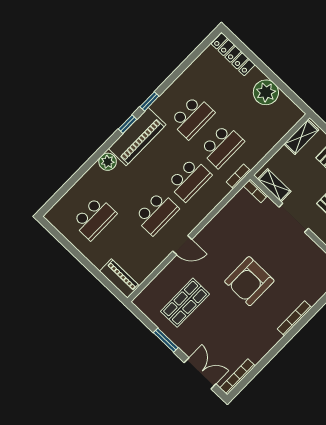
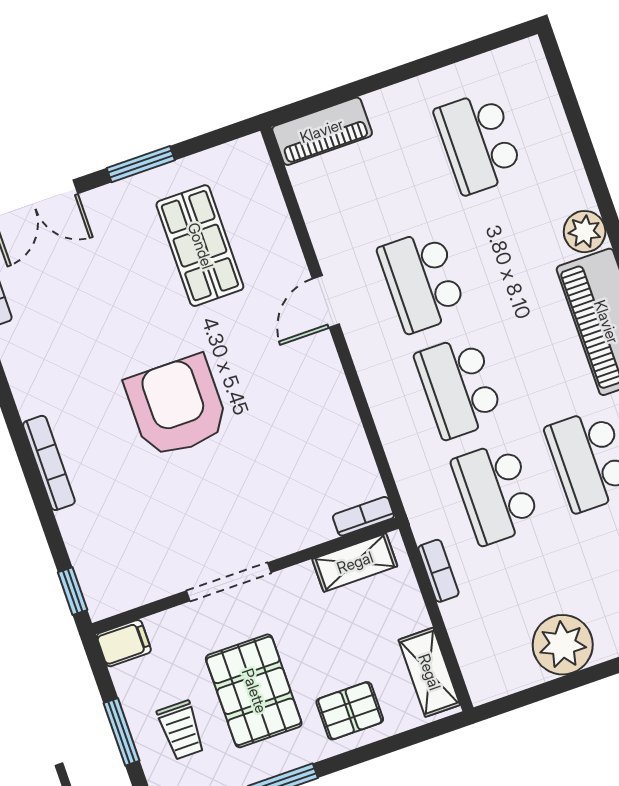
bookcase: (238, 176) -> (438, 571), moved
doorway: (294, 218) -> (229, 582), moved

